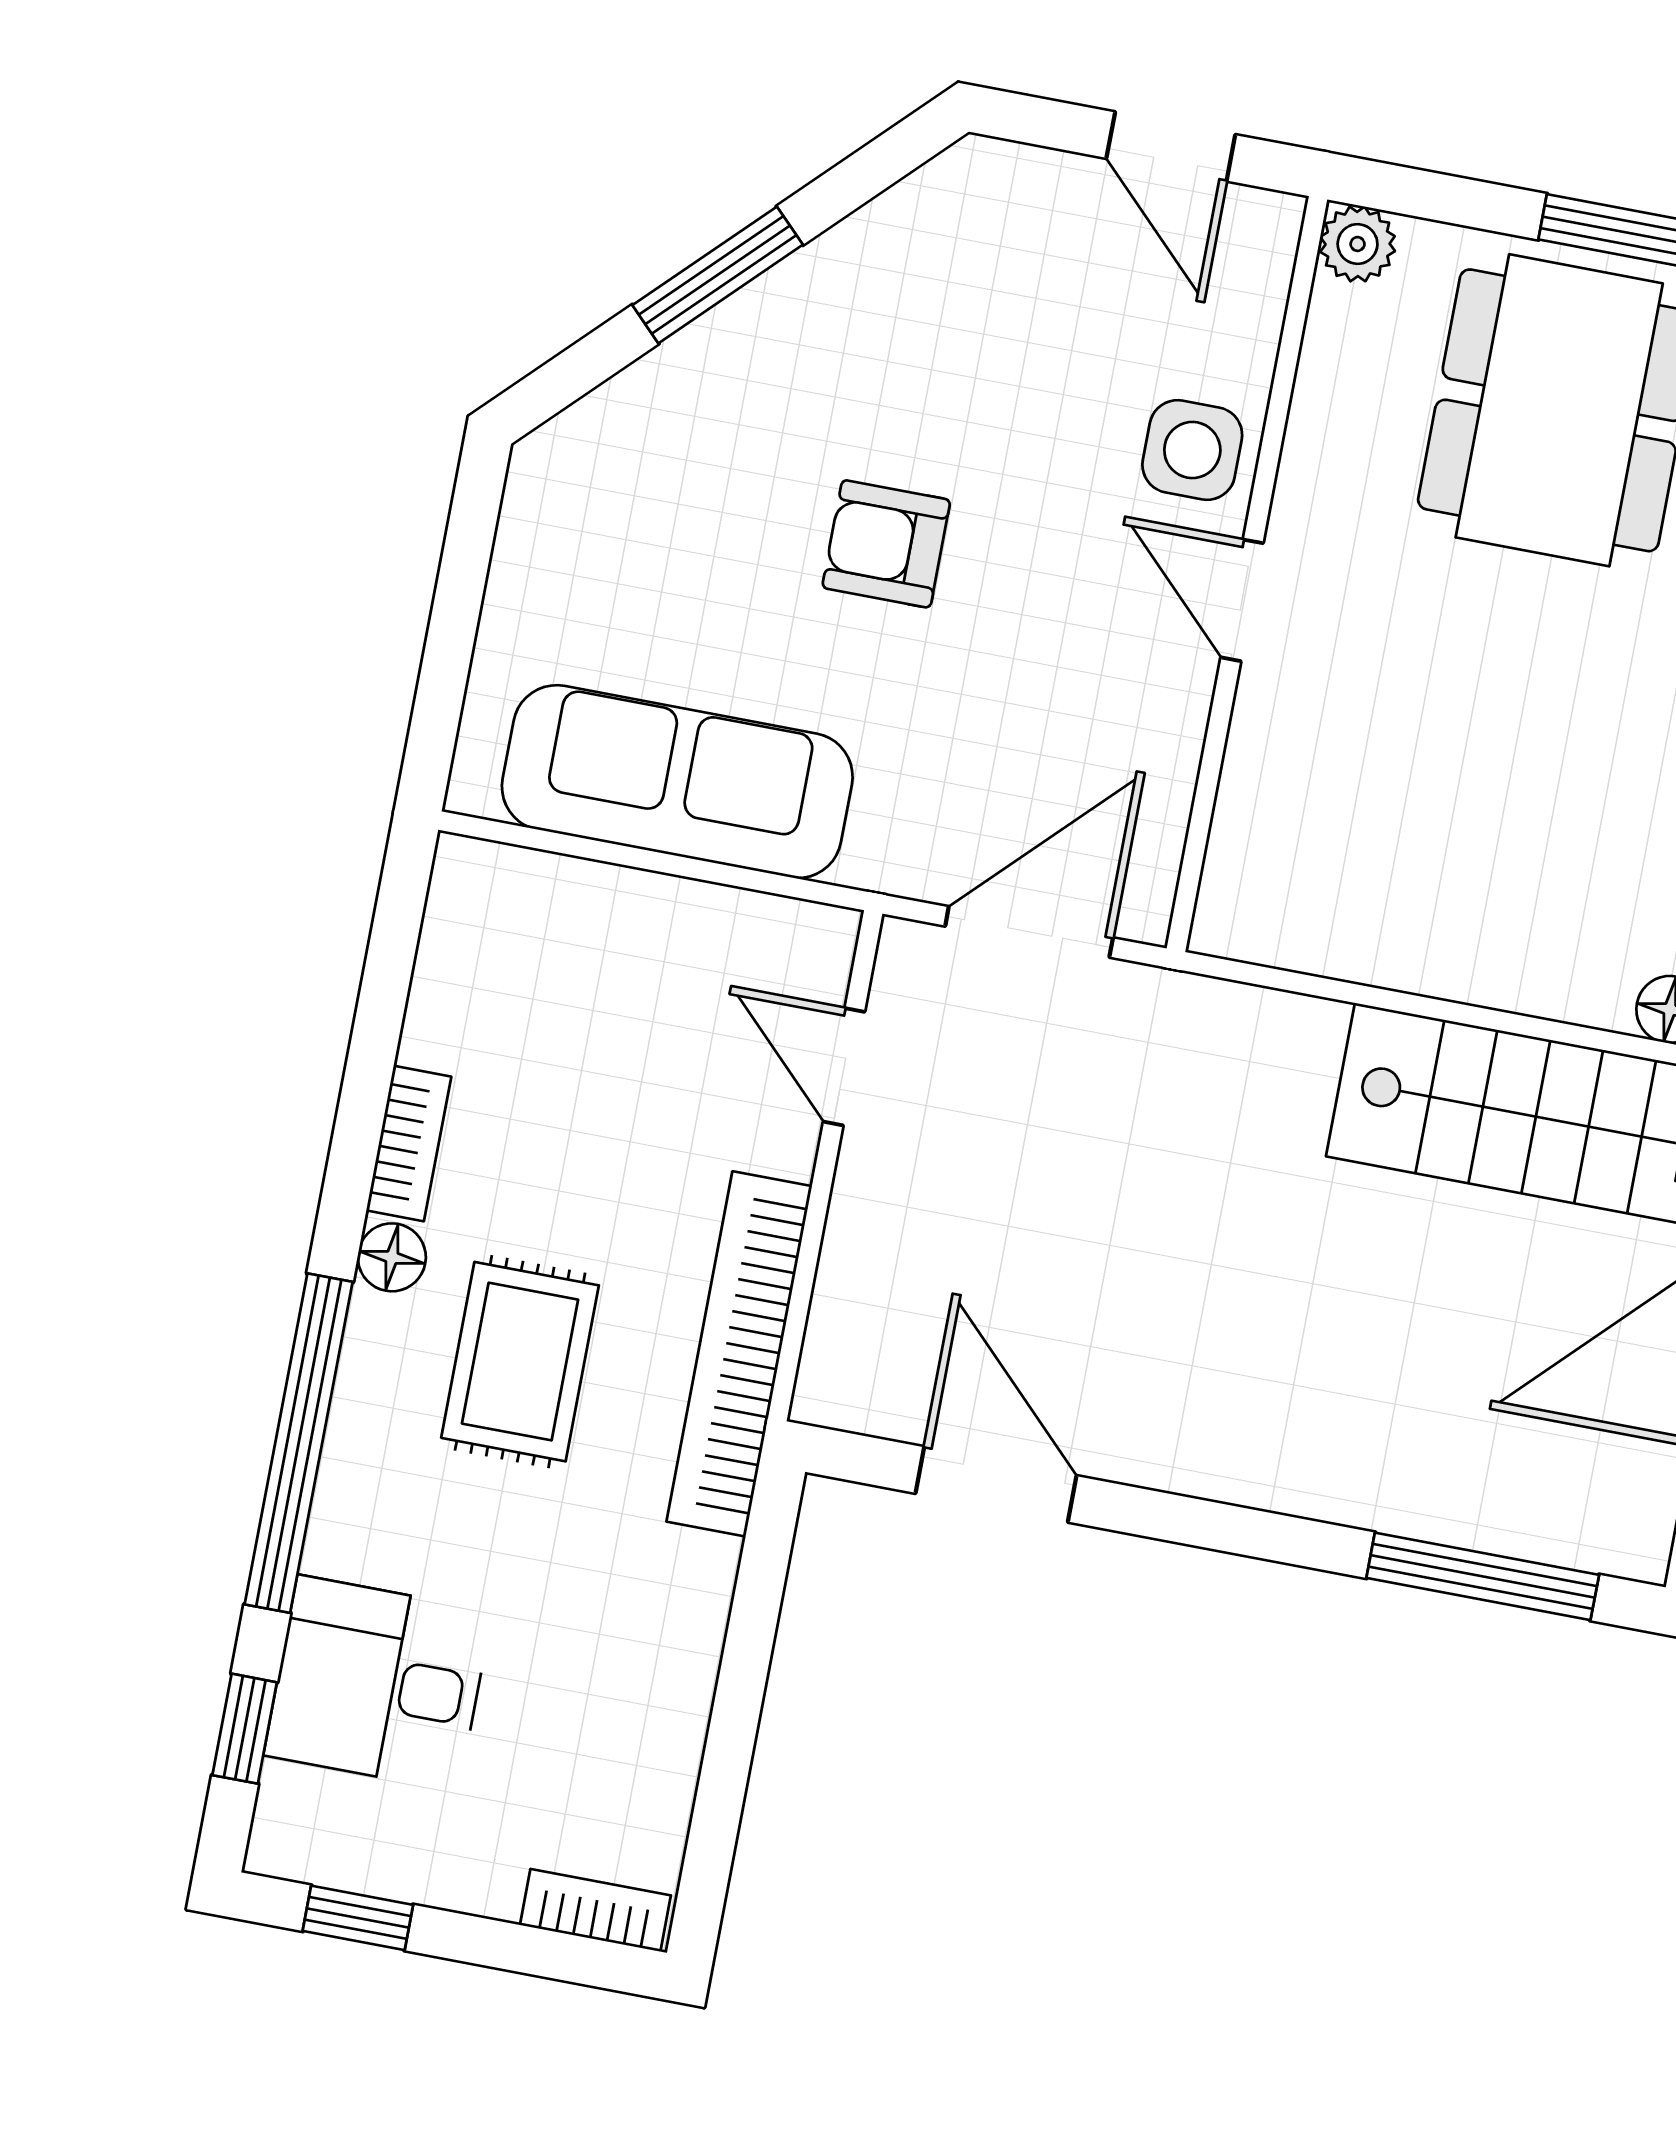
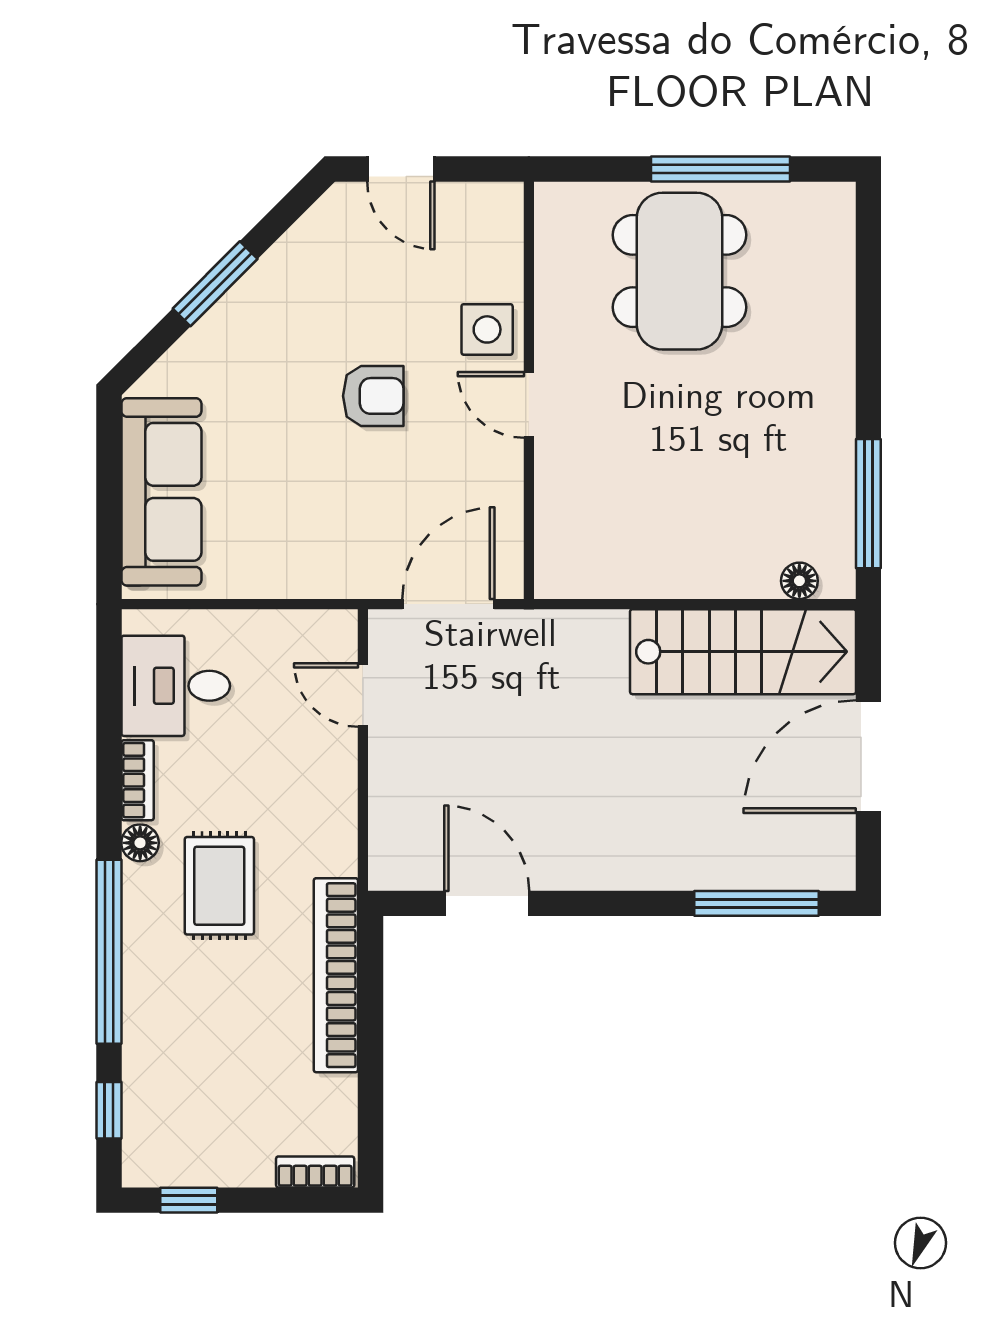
door: (1171, 146) -> (401, 169), moved
plant: (1358, 244) -> (555, 202), removed
armchair: (886, 544) -> (373, 396), moved, turned 180
sofa: (677, 782) -> (161, 492), moved, turned 90
bookcase: (739, 1354) -> (336, 975), moved
desk: (378, 1683) -> (176, 686), moved

